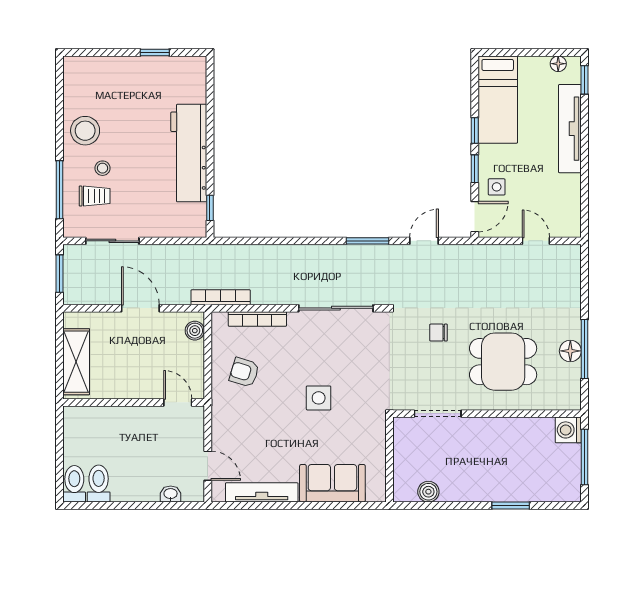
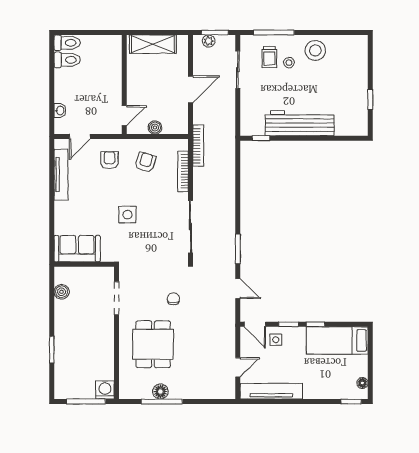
tv unit: (570, 129) -> (271, 391), moved
plant: (72, 282) -> (209, 41), added
boiler: (195, 331) -> (155, 128), moved
armchair: (241, 424) -> (109, 160), added
sofa: (332, 483) -> (77, 249), moved, turned -90

